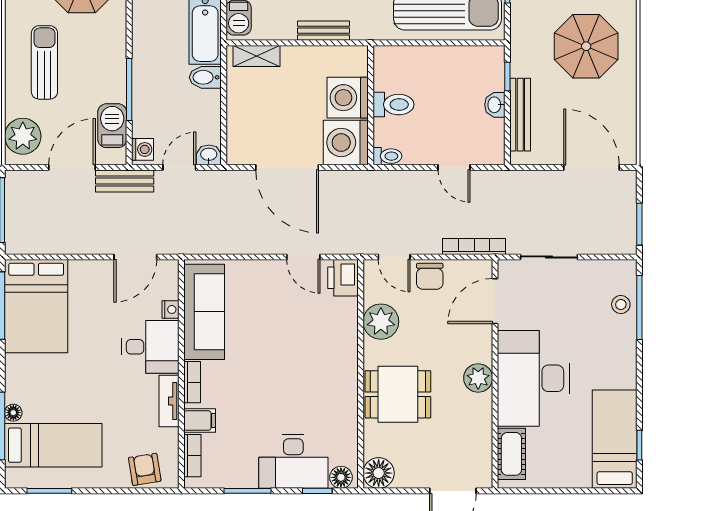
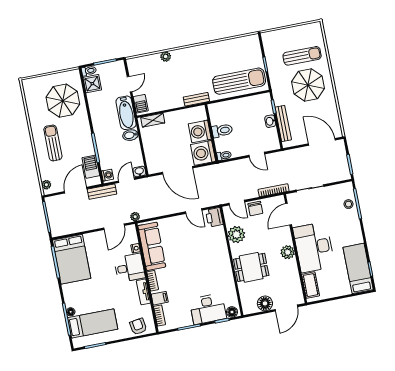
bench: (323, 31) -> (196, 99), moved
plant: (23, 136) -> (46, 185), width x0.53, depth x0.53
plant: (182, 245) -> (135, 217), added
floor lamp: (379, 473) -> (265, 303), moved

